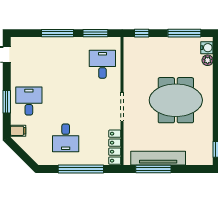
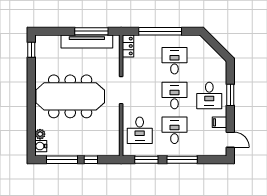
window: (142, 33) -> (91, 160), moved
desk: (66, 64) -> (174, 130), added
meeting table: (176, 100) -> (70, 96), width x1.36
desk: (66, 101) -> (174, 95), added
filing cabinet: (18, 131) -> (219, 122), moved
locker: (115, 147) -> (128, 46), width x0.66

